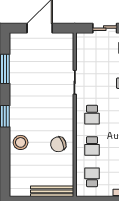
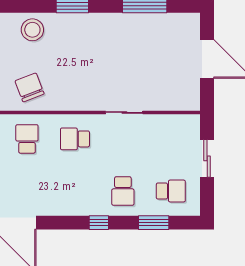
school desk: (92, 146) -> (27, 139), turned 90

